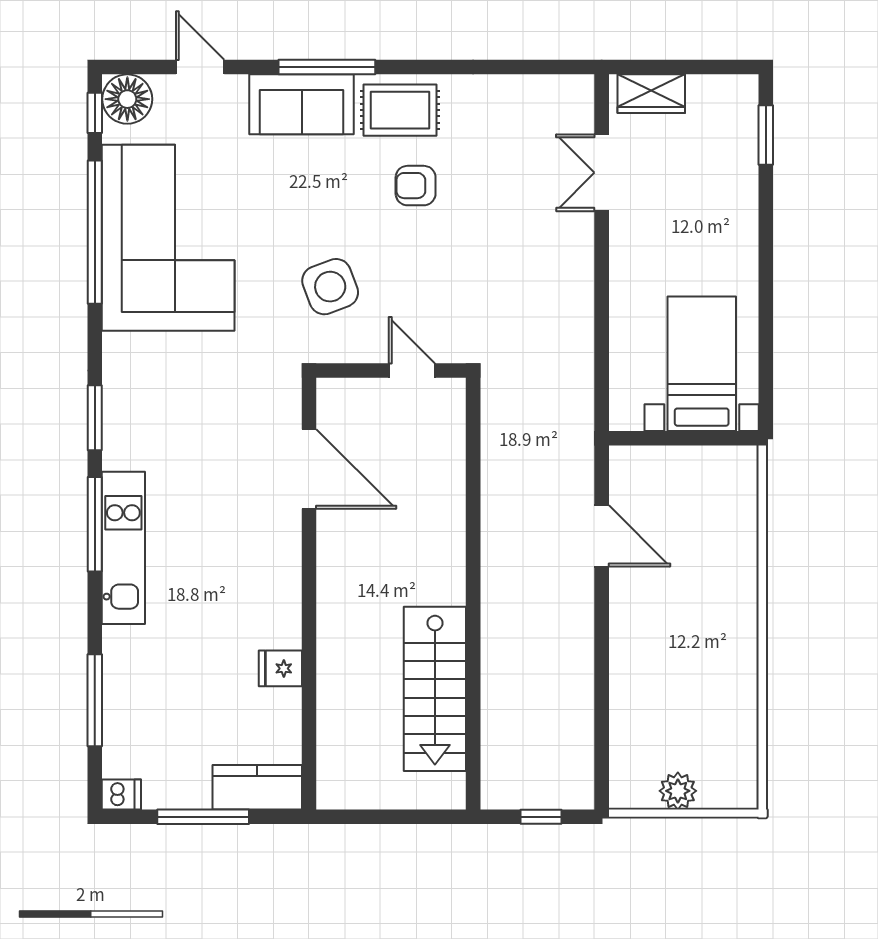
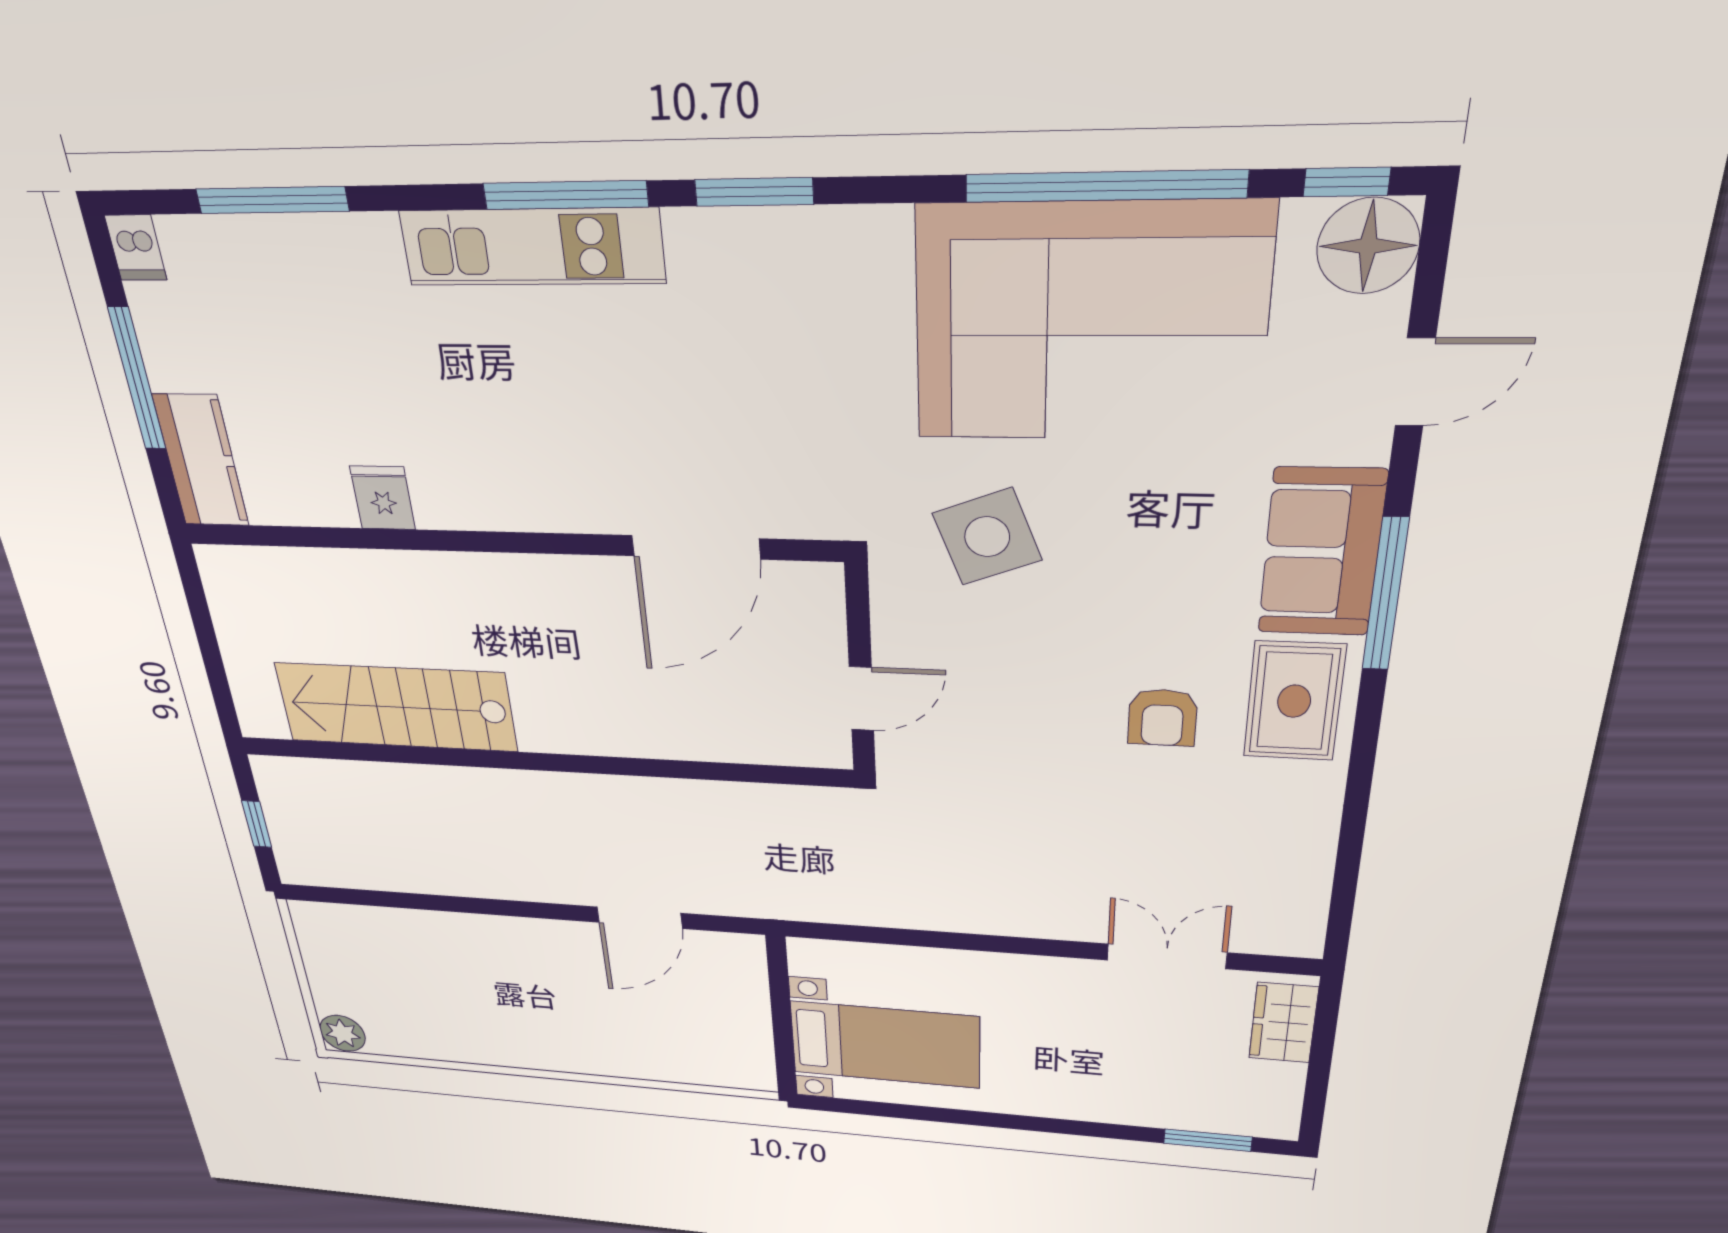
armchair: (416, 186) -> (1162, 718), turned 180
side table: (330, 287) -> (987, 537), moved
plant: (678, 791) -> (343, 1033), moved

